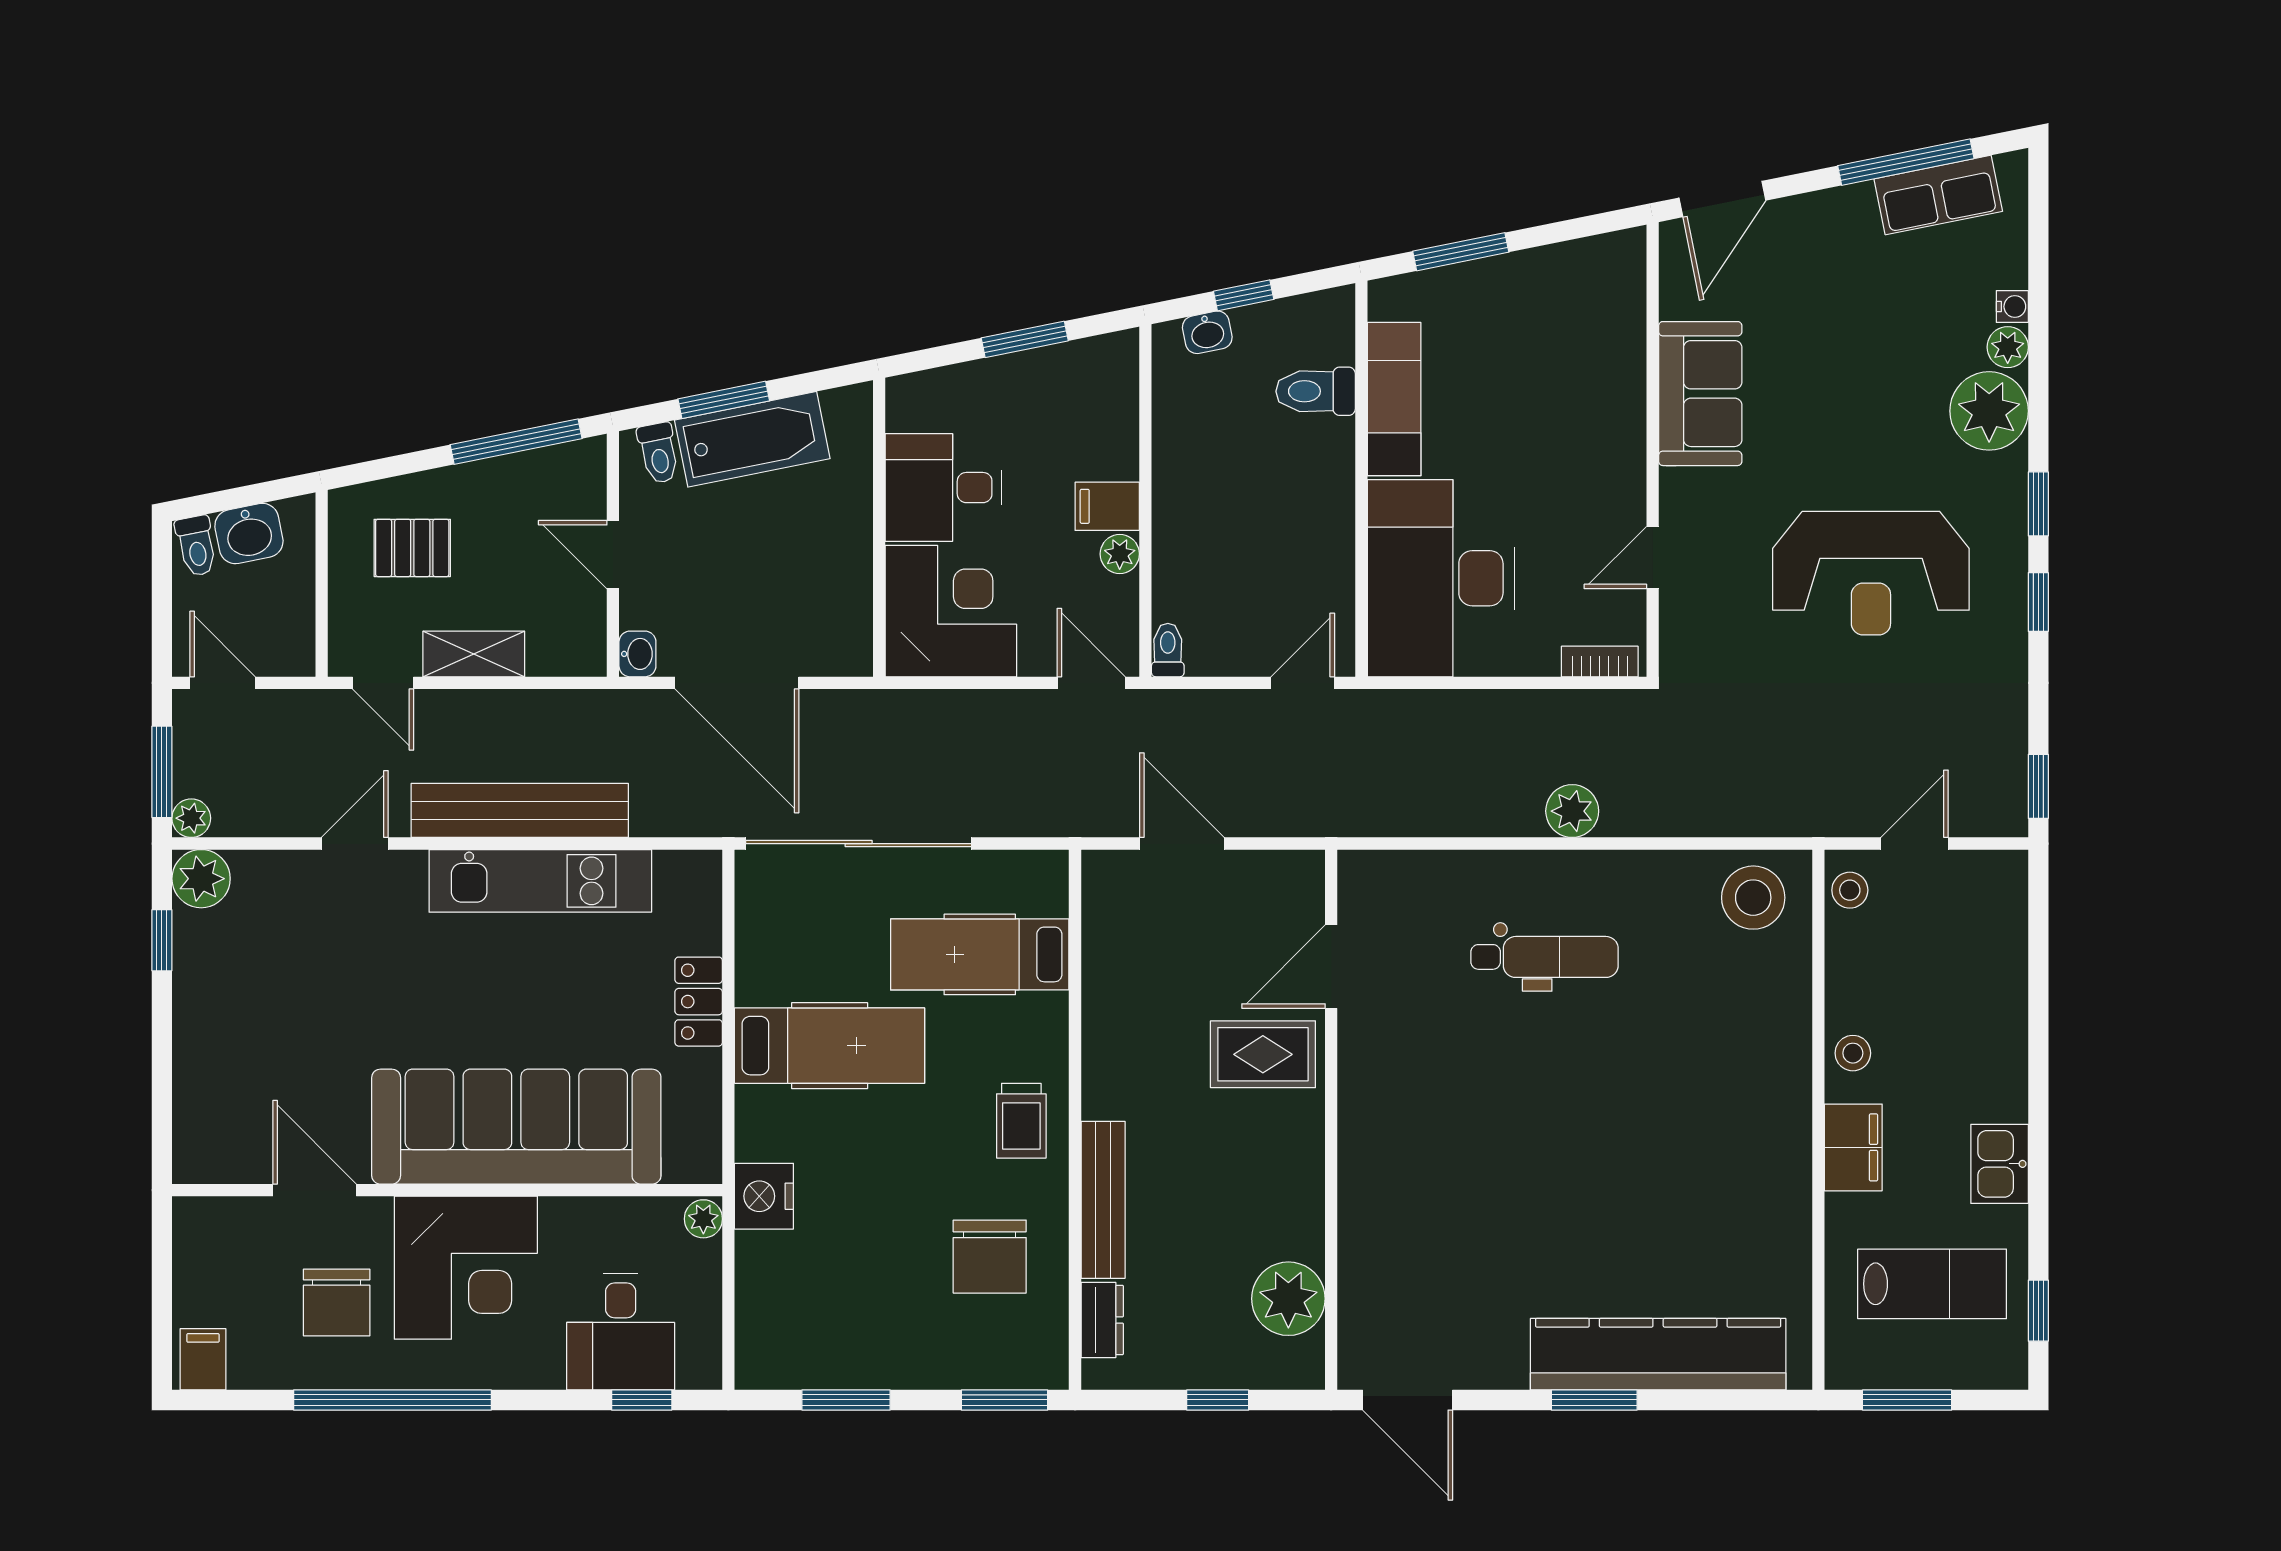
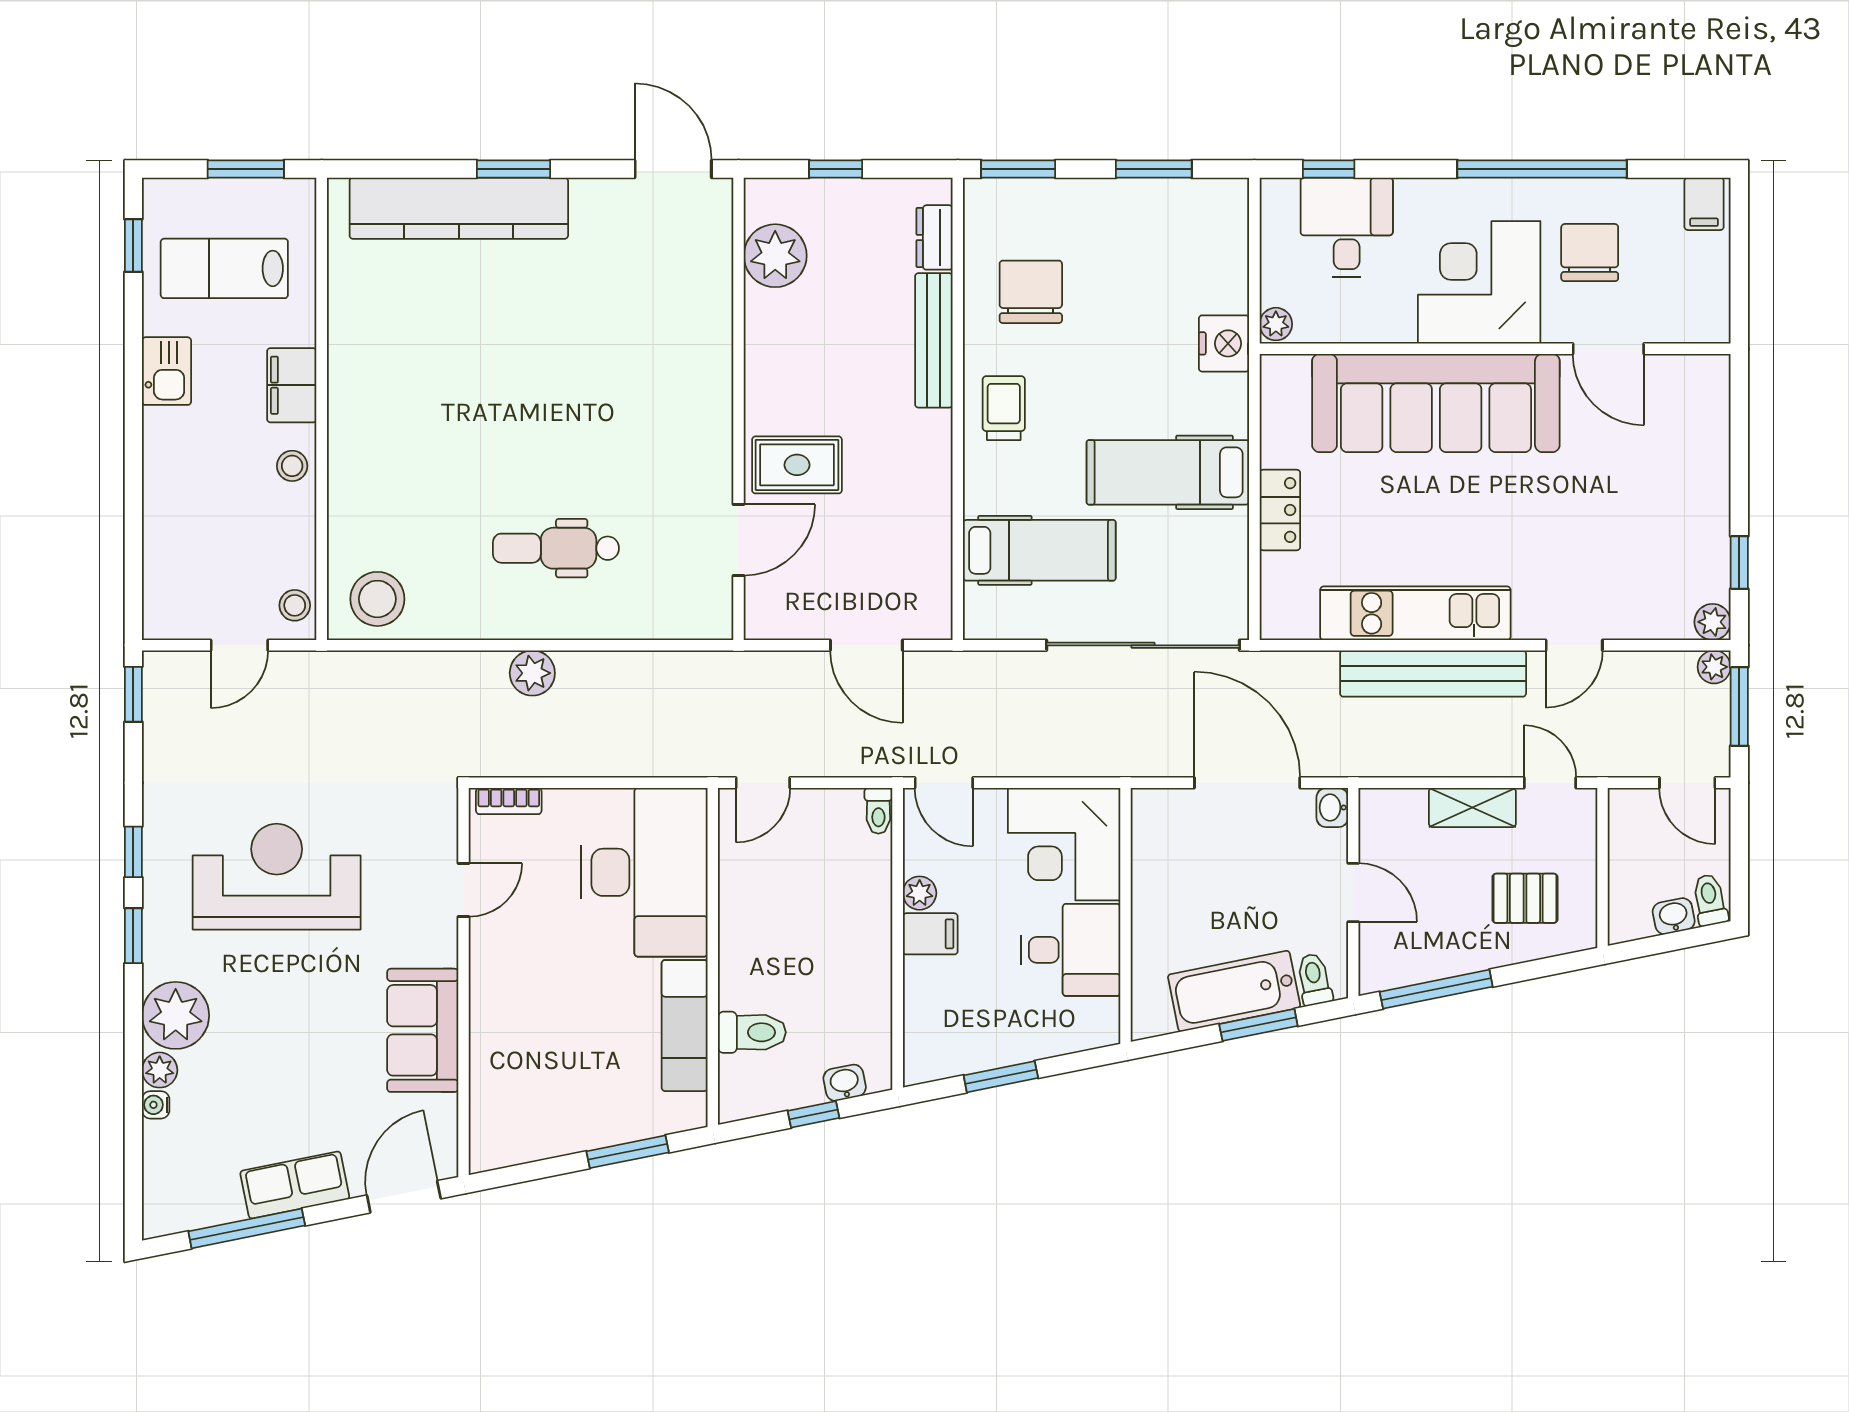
row of seats: (1938, 195) -> (295, 1185), moved
washbasin: (249, 533) -> (1674, 916), width x0.72, depth x0.69
plant: (201, 879) -> (1712, 622), width x0.73, depth x0.73

